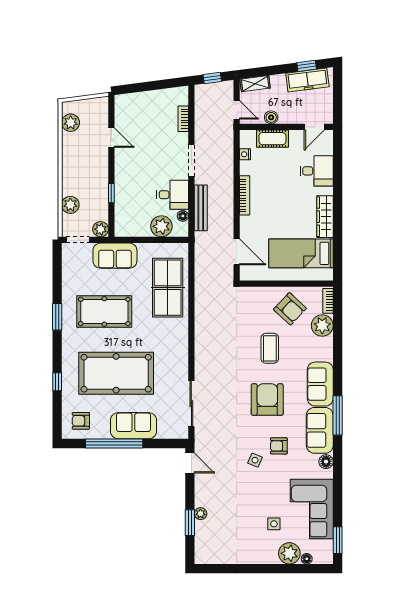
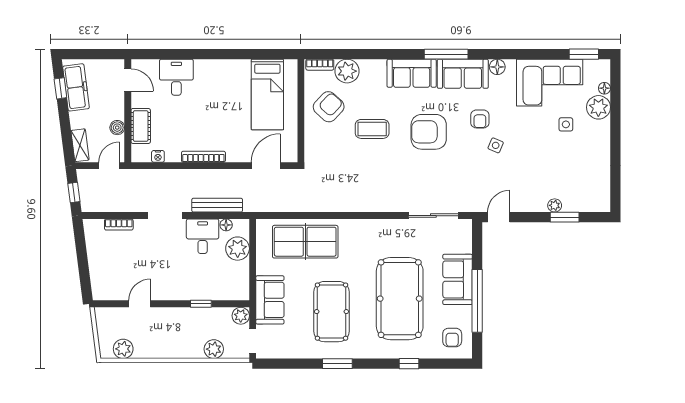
wardrobe: (325, 217) -> (227, 68), removed

